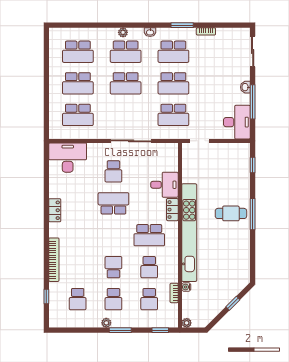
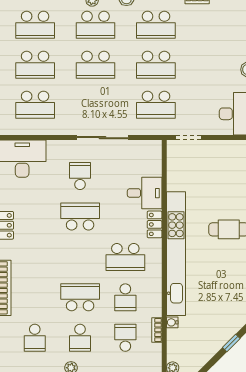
school desk: (113, 171) -> (80, 176), turned 180
school desk: (113, 267) -> (80, 297), width x1.85
school desk: (149, 299) -> (125, 338), turned 180

